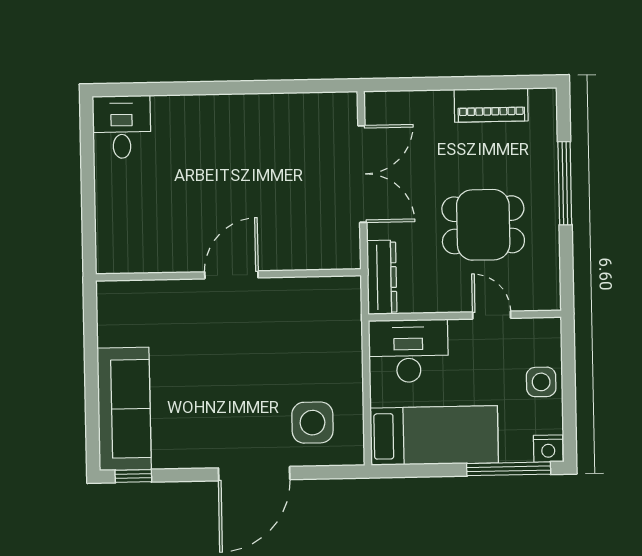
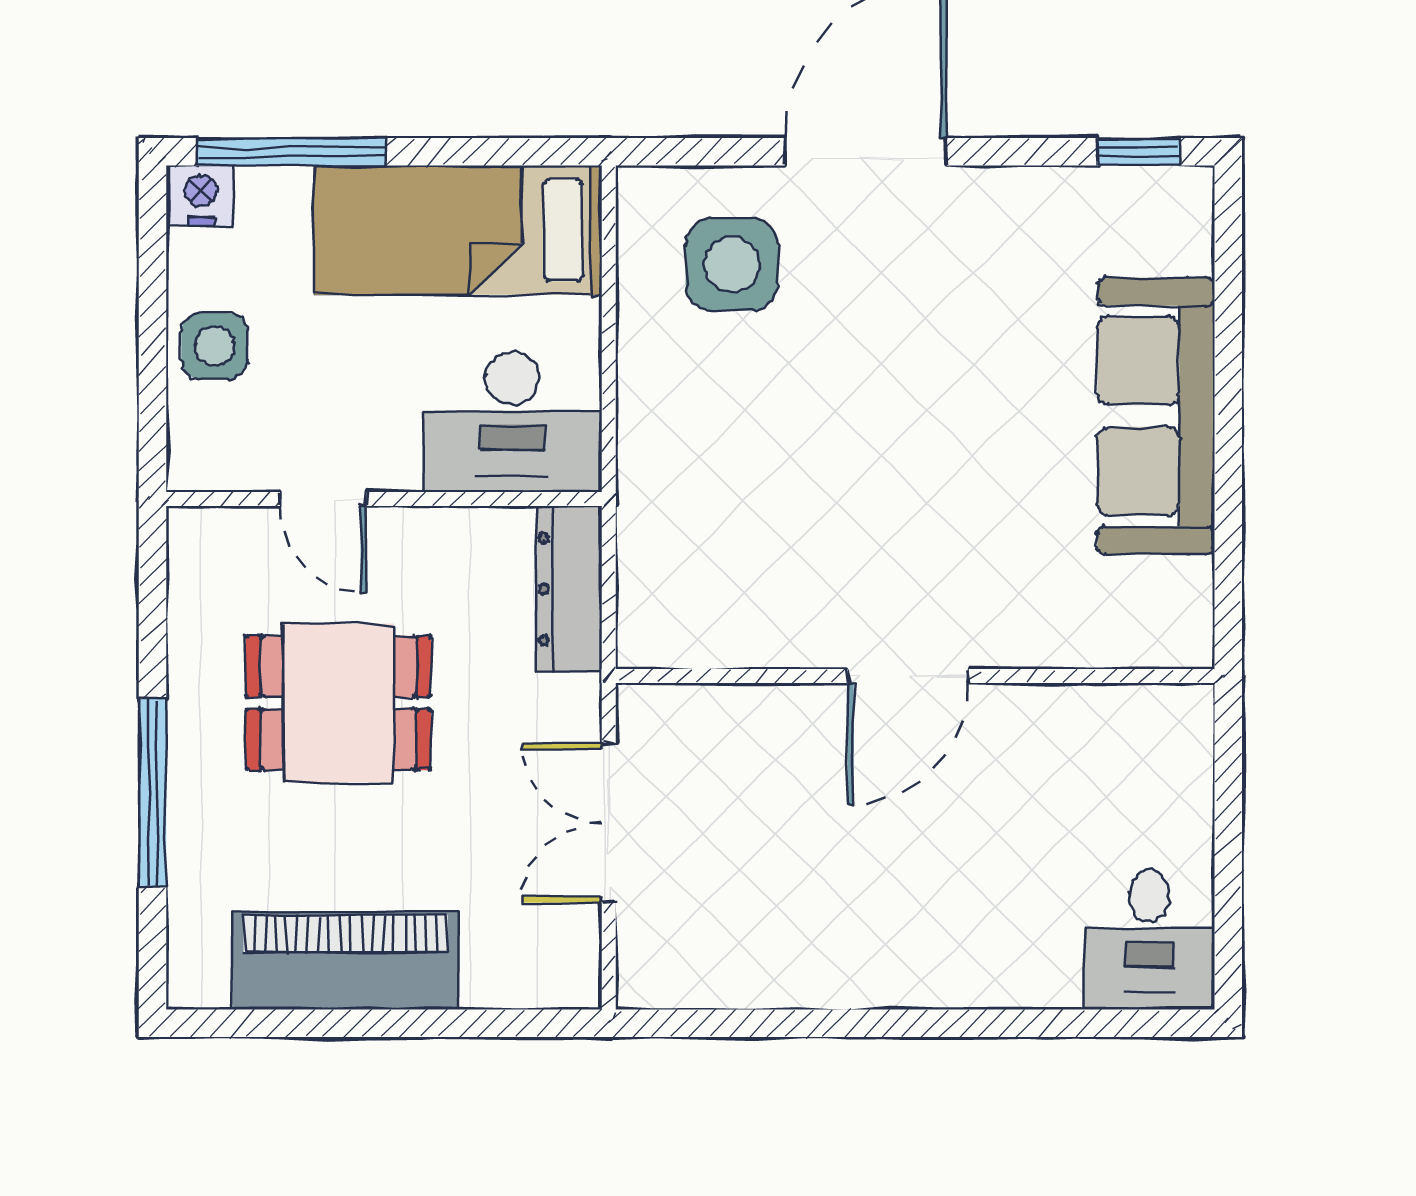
piano: (491, 105) -> (346, 960), width x1.37, depth x1.33
double door: (362, 174) -> (609, 823), width x0.73
wall: (228, 275) -> (915, 676), moved
door: (231, 275) -> (908, 676), moved
sofa: (124, 409) -> (1156, 416), moved

